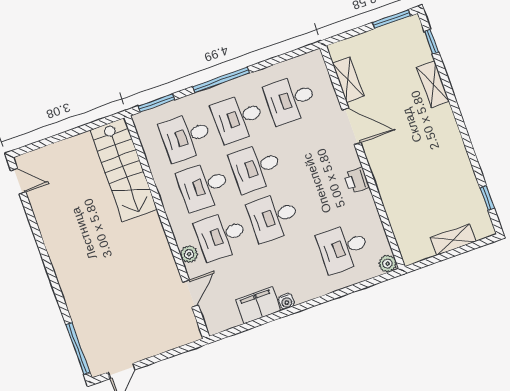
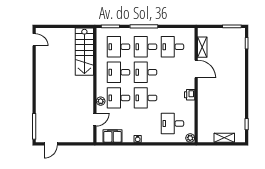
shelving: (433, 84) -> (240, 63), removed
filing cabinet: (258, 305) -> (113, 136), moved

